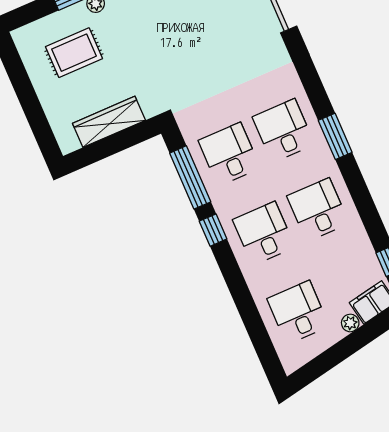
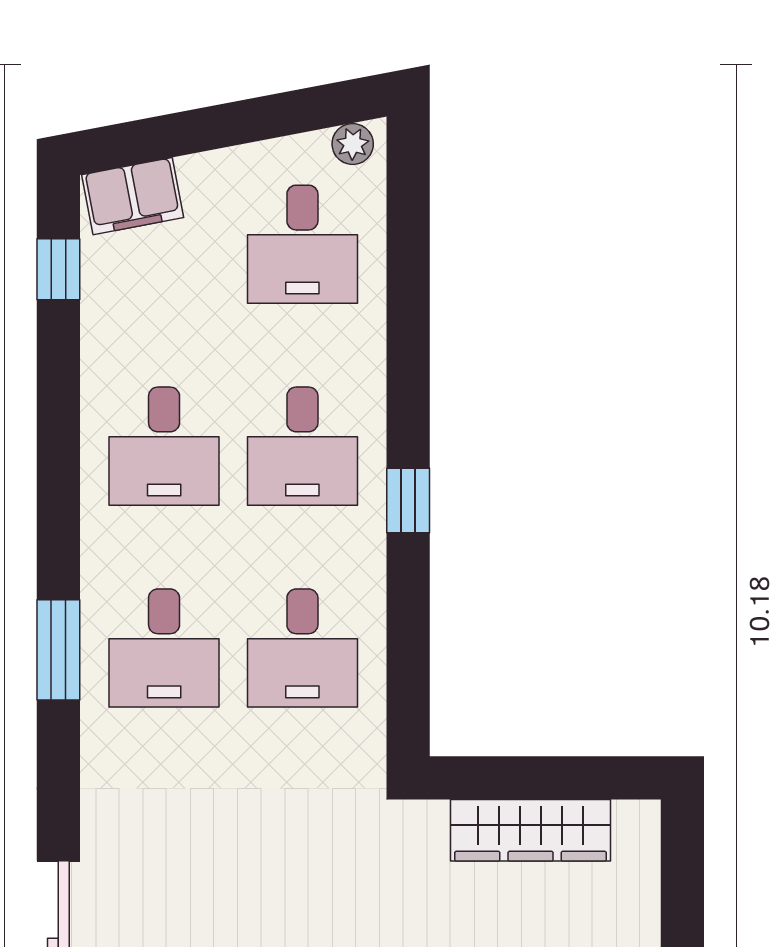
window: (335, 136) -> (58, 650), moved
window: (190, 177) -> (408, 635), removed
plant: (350, 323) -> (353, 144), moved

